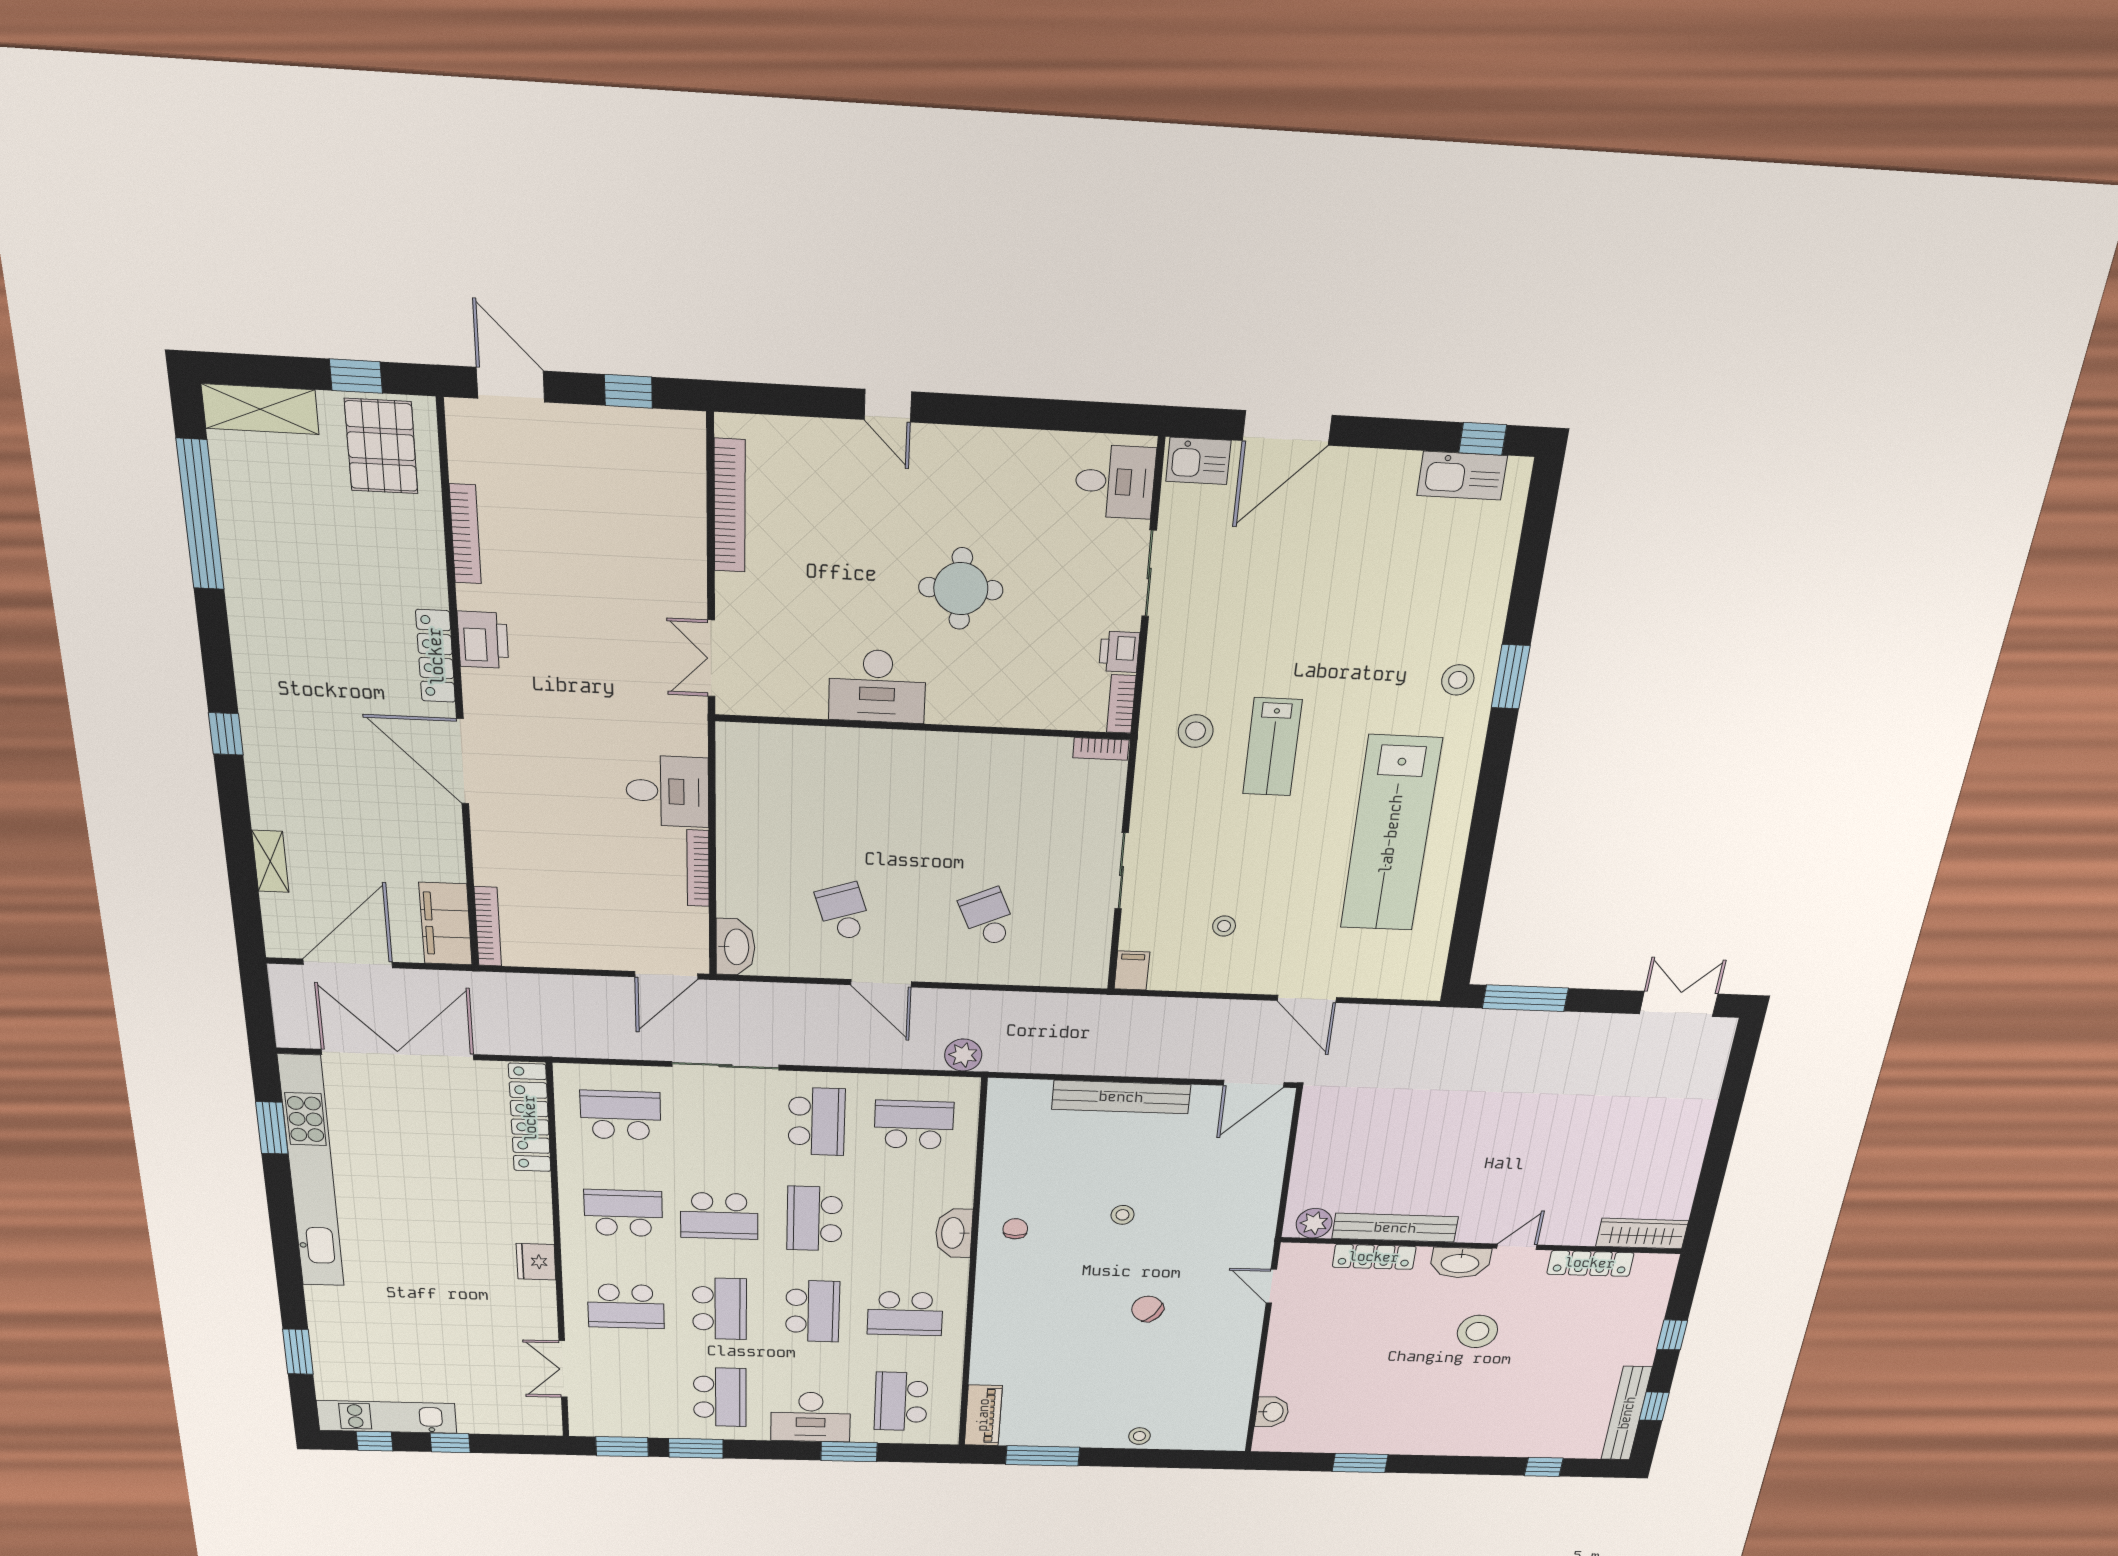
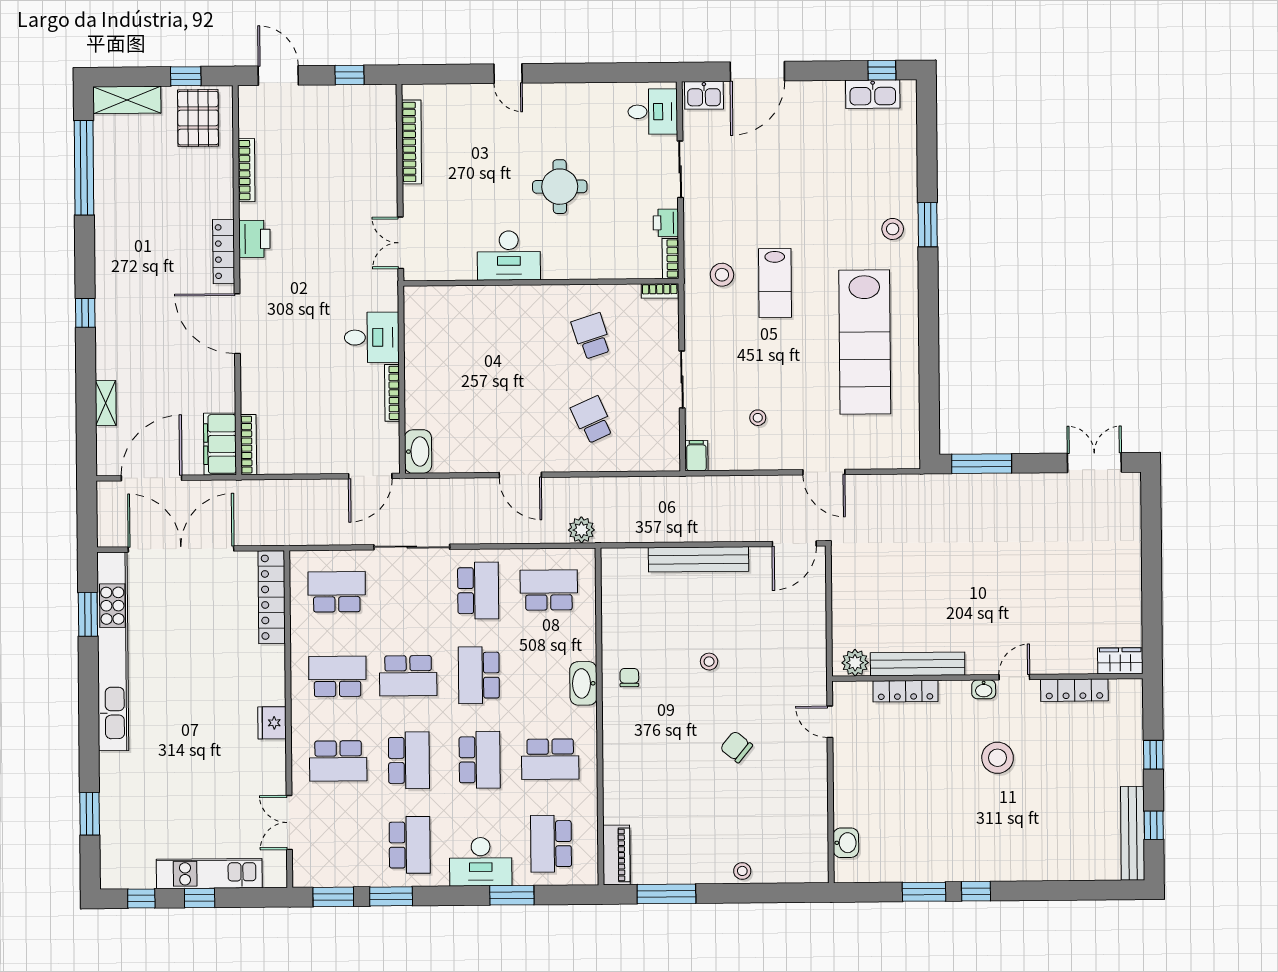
school desk: (844, 912) -> (592, 336), moved
wardrobe: (1642, 1233) -> (1120, 661), width x0.67
washbasin: (1460, 1263) -> (984, 689), width x0.52, depth x0.69
kitchen unit: (387, 1417) -> (209, 874), moved
window: (1544, 1467) -> (976, 891), moved

